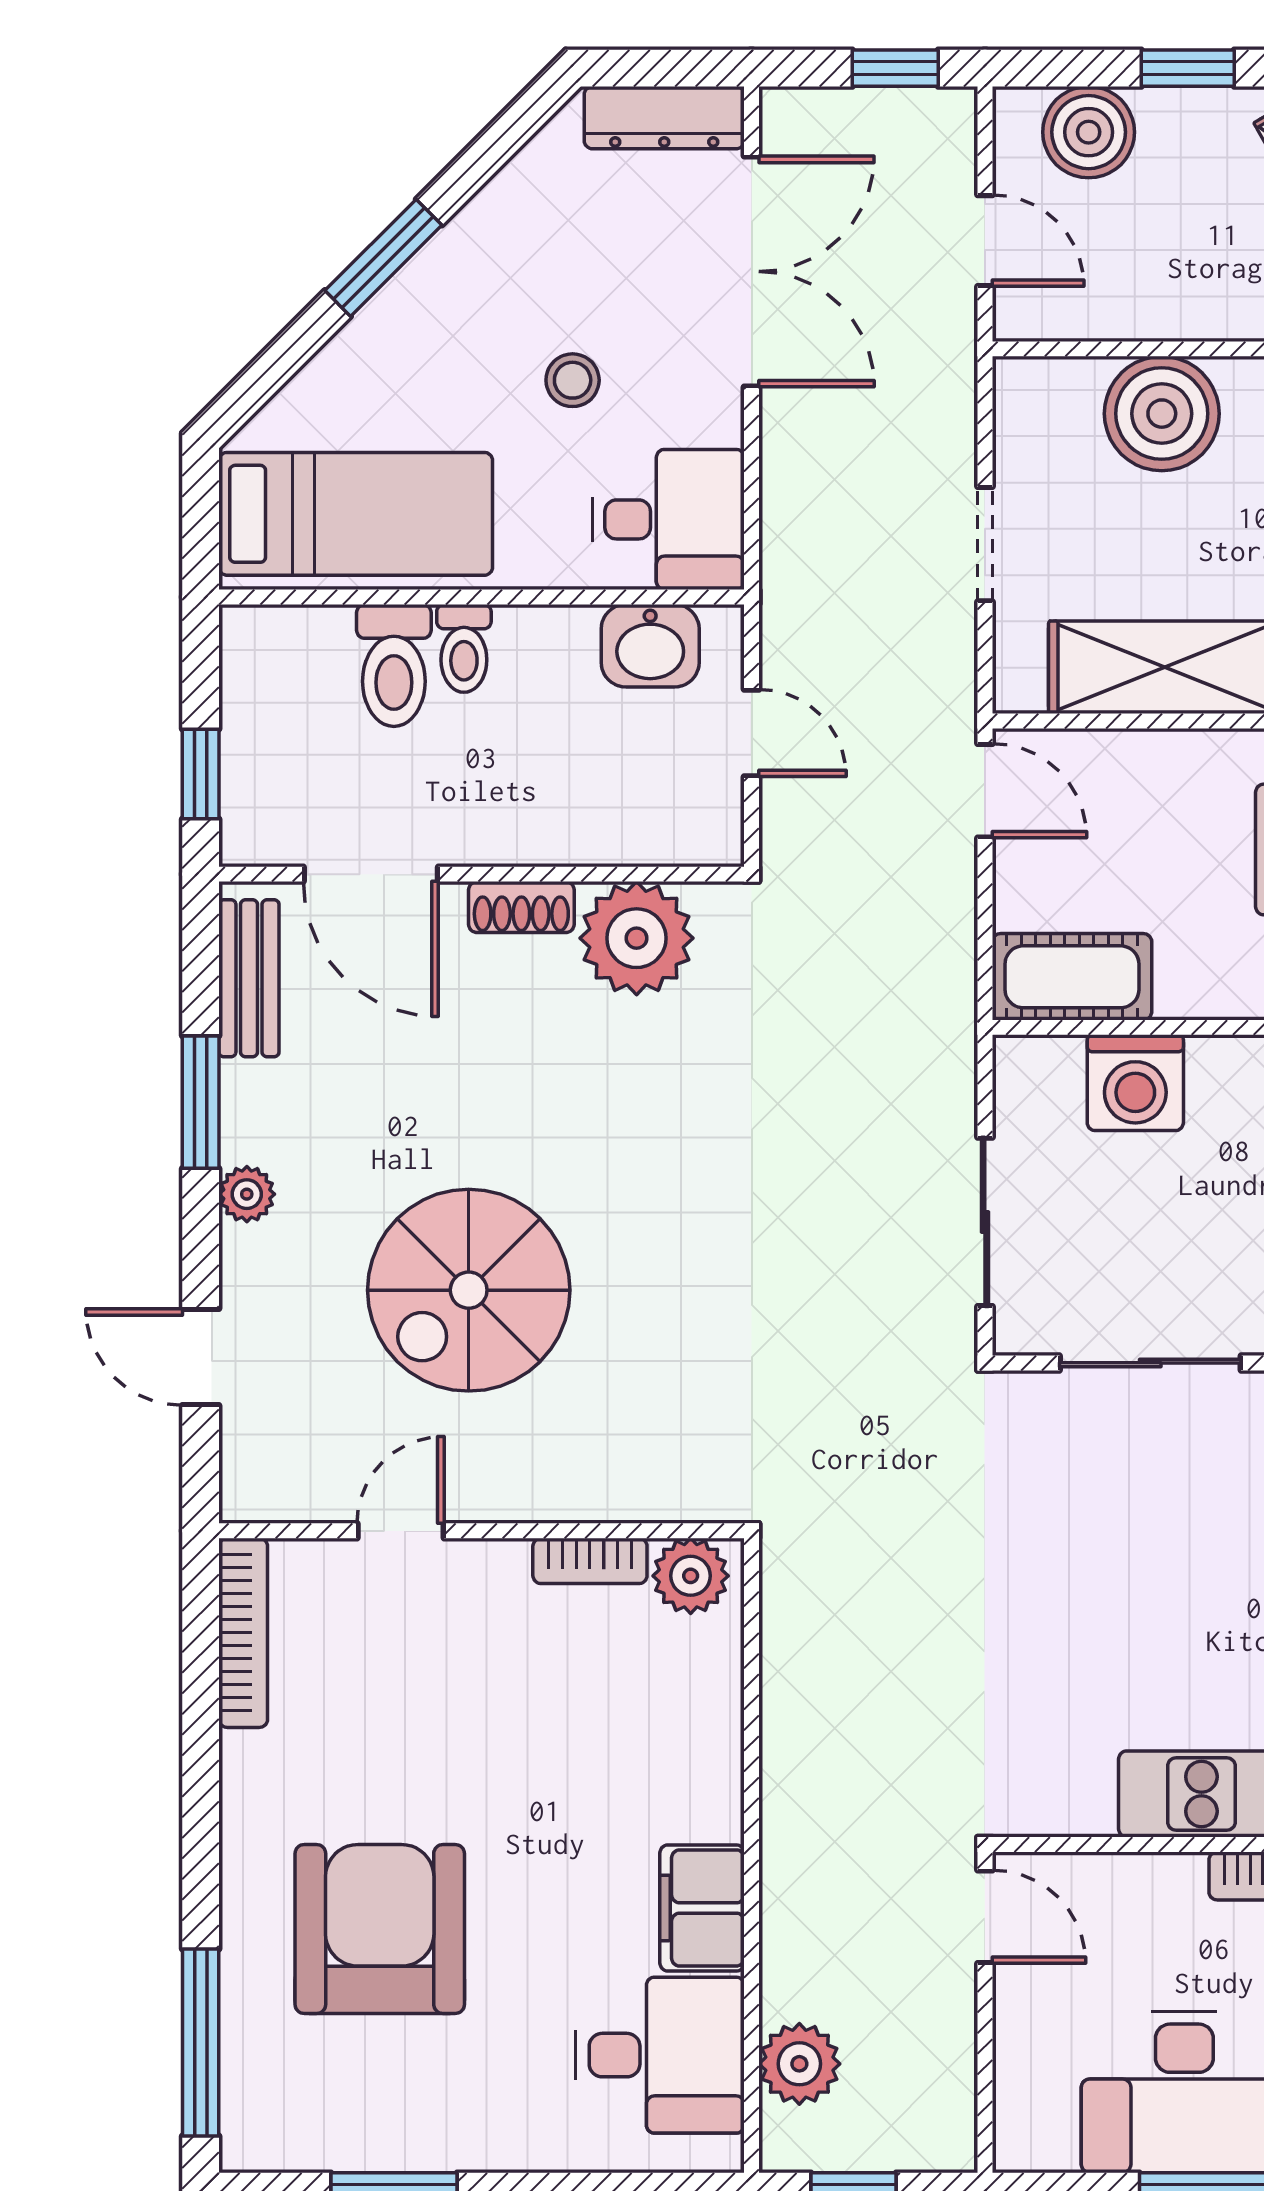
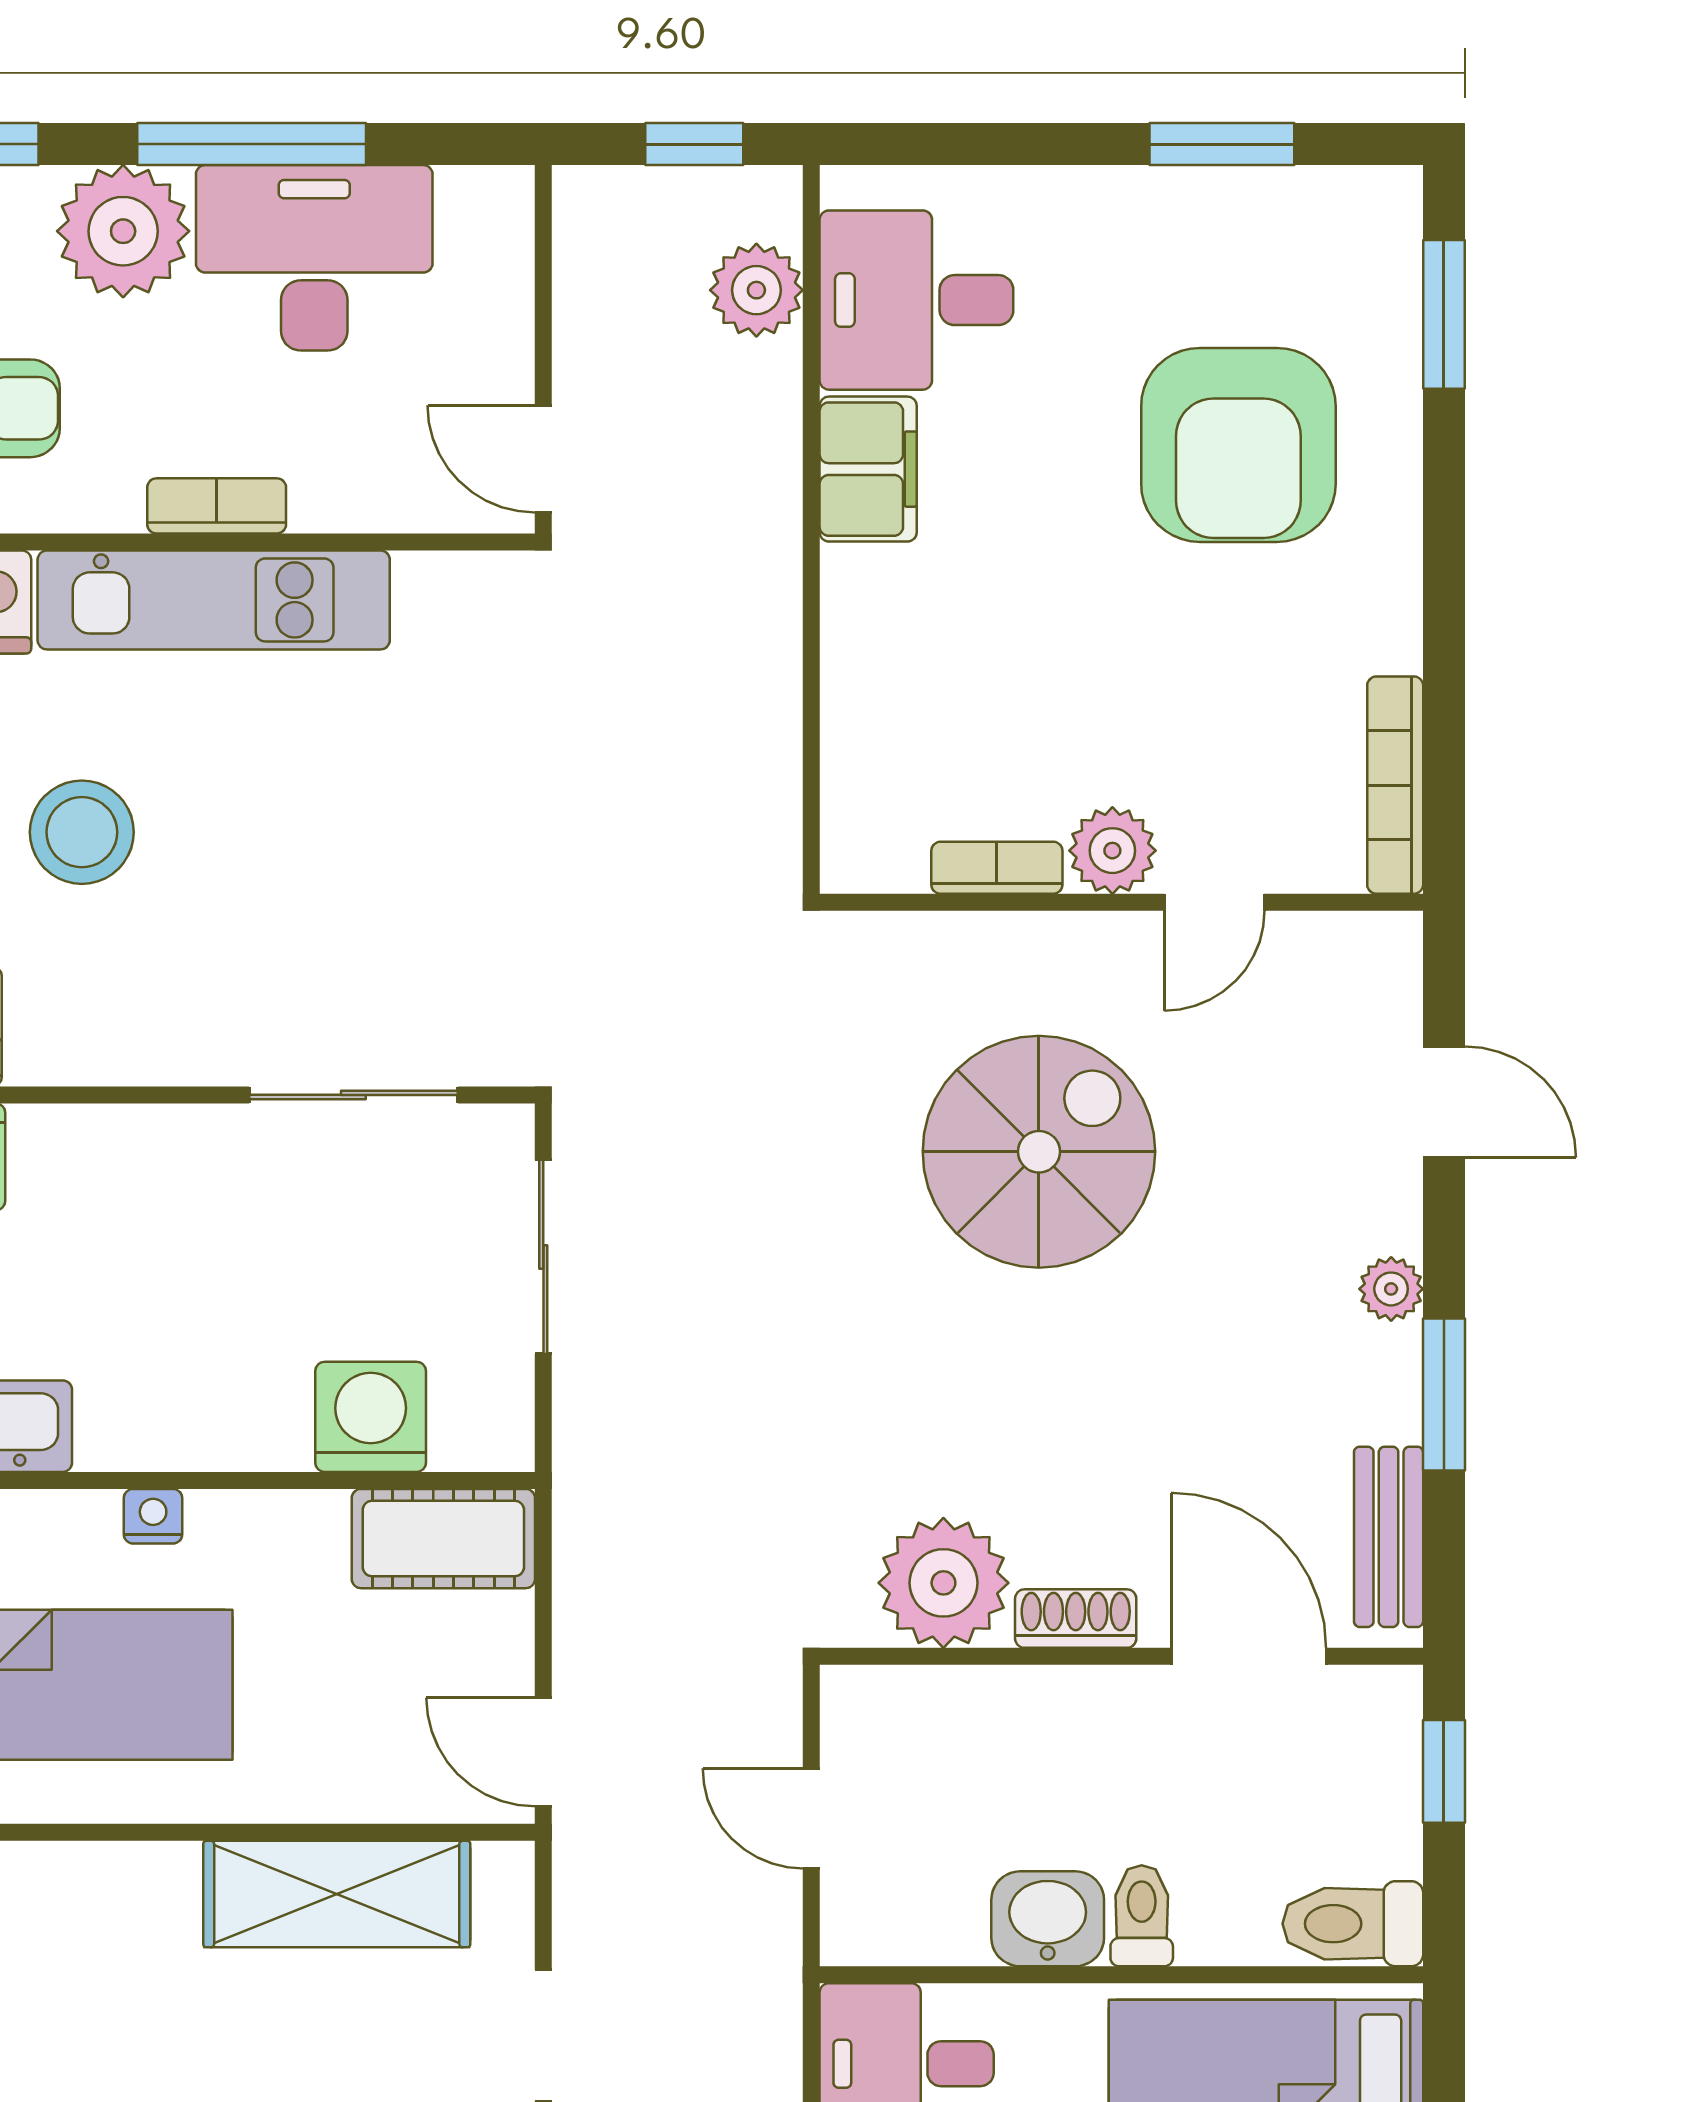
washbasin: (650, 646) -> (1048, 1919), moved
toilet: (394, 665) -> (1353, 1924), moved, turned -90
spiral stairs: (469, 1290) -> (1039, 1152), moved
plant: (691, 1576) -> (1112, 851), moved
window: (201, 2043) -> (1444, 314), width x0.69

